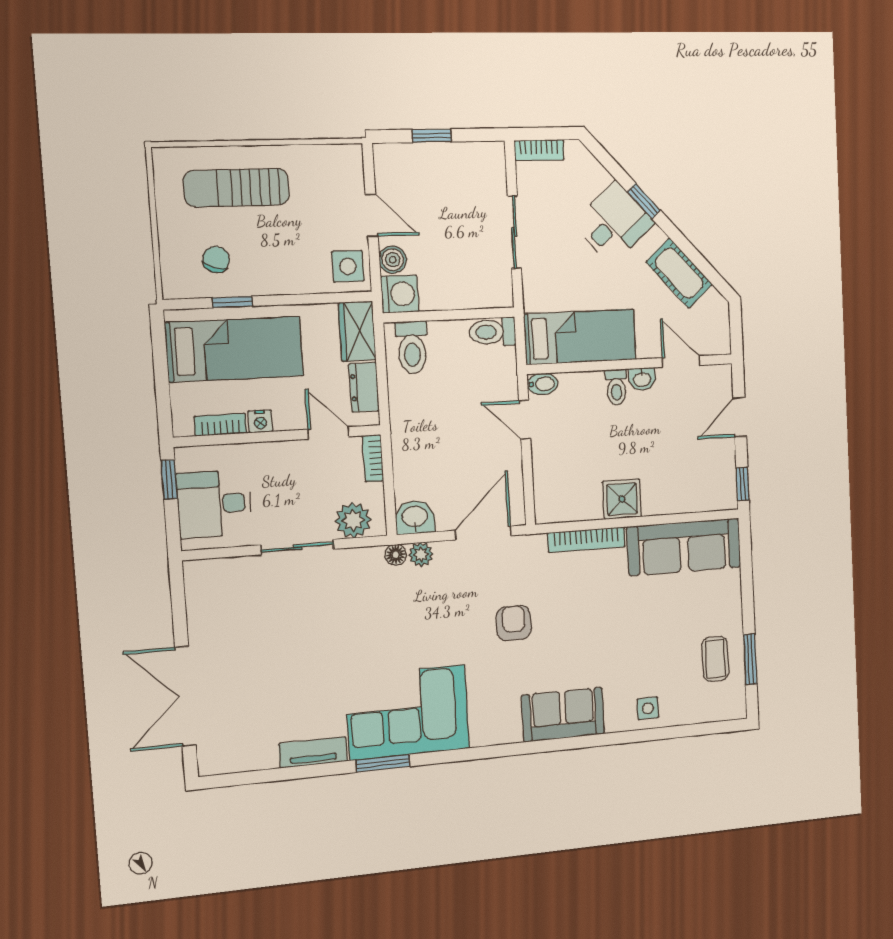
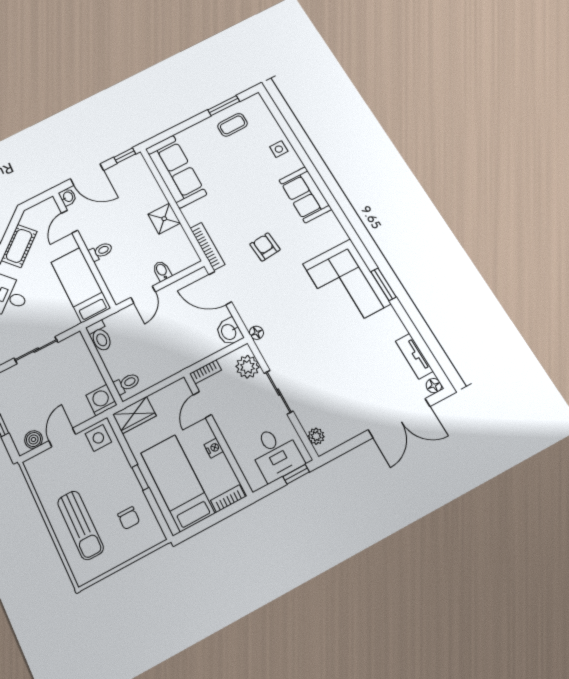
chair: (216, 259) -> (129, 518), turned -107
boiler: (393, 260) -> (33, 439), moved
window: (233, 302) -> (140, 477), moved
toilet: (412, 347) -> (127, 383), width x0.73, depth x0.72
washbasin: (642, 379) -> (68, 197), moved
bidet: (543, 384) -> (162, 271), moved
dresser: (364, 387) -> (166, 396), removed
door: (740, 417) -> (87, 175), width x1.38
bookcase: (220, 425) -> (228, 499), moved, turned 90
window: (169, 480) -> (296, 474), moved
bookcase: (586, 540) -> (207, 246), moved
plant: (421, 554) -> (316, 436), moved
armchair: (514, 623) -> (265, 247), turned 85
tv unit: (313, 752) -> (414, 356), moved
floor lamp: (209, 765) -> (434, 386), added

